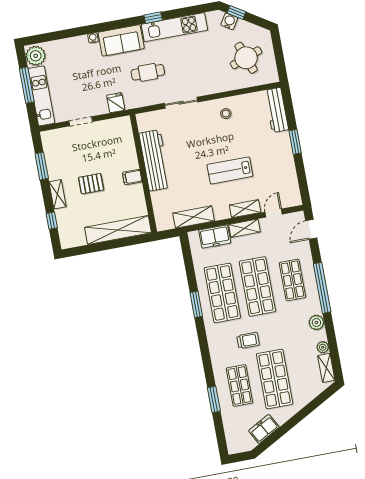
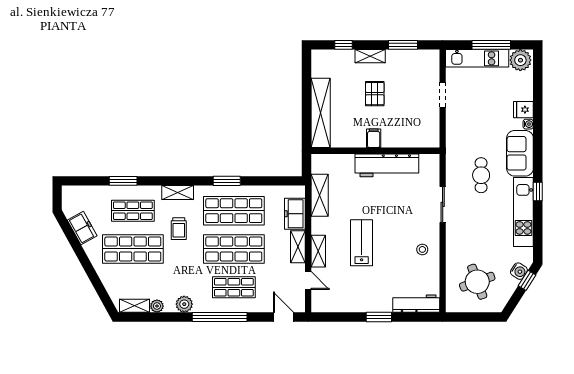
fridge: (116, 103) -> (523, 110), moved, turned 180
shelving: (215, 347) -> (178, 193), added

